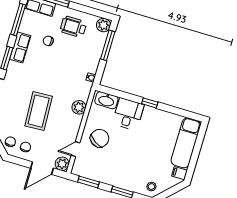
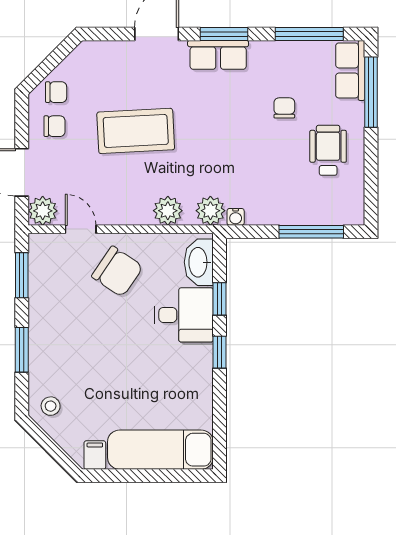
plant: (103, 25) -> (210, 211), moved
row of seats: (20, 47) -> (218, 55), moved
window: (126, 96) -> (219, 299), added

